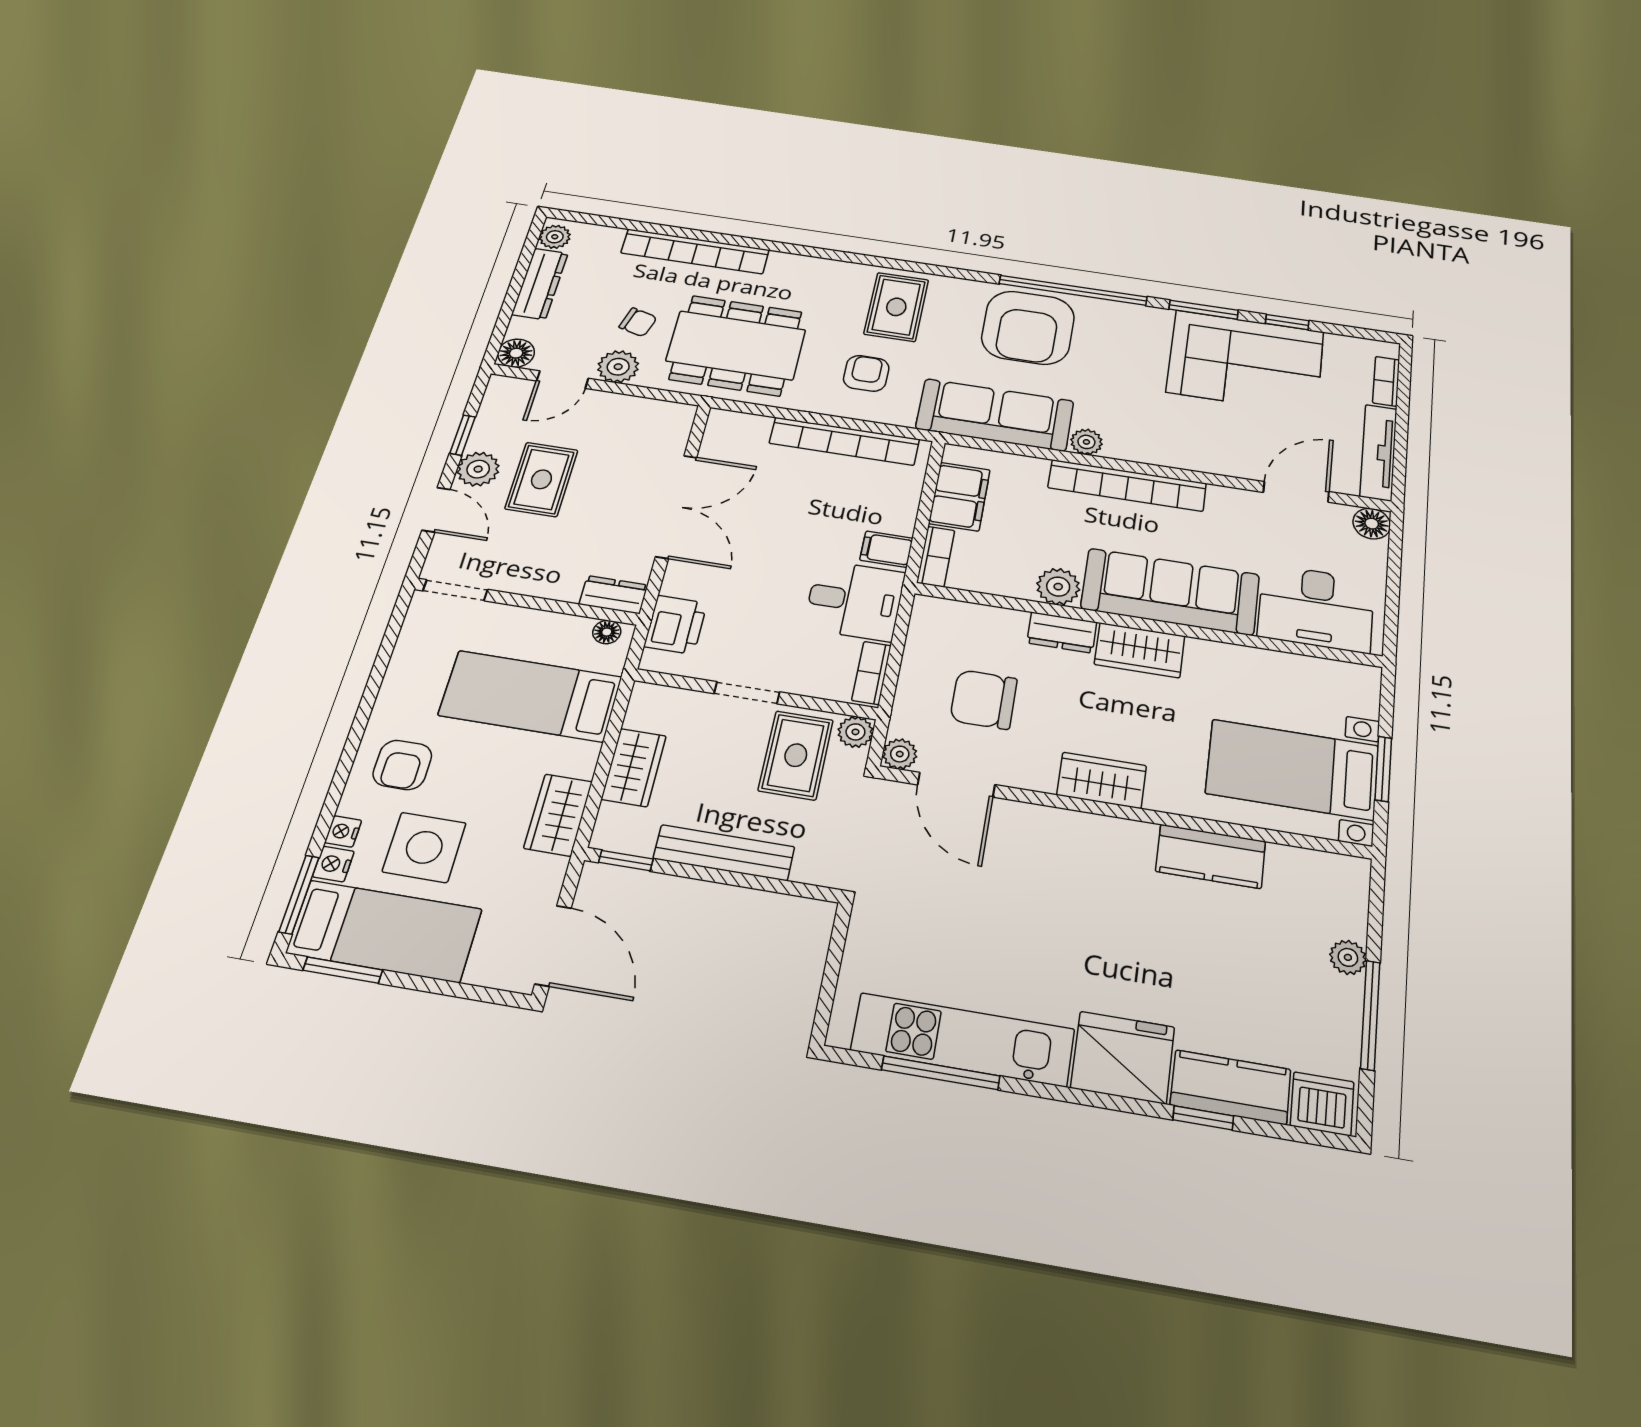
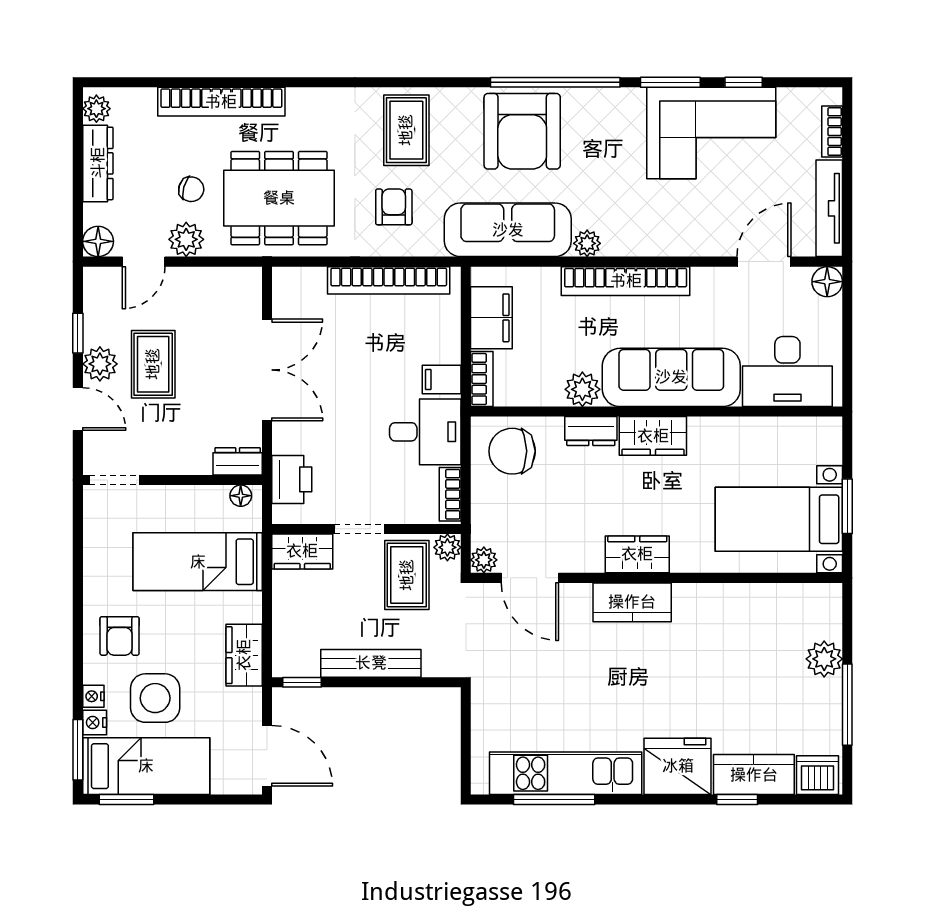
chair: (984, 699) -> (512, 451), moved
wardrobe: (634, 767) -> (302, 551), moved, turned 90
kitchen counter: (1211, 856) -> (632, 602), moved
plant: (1348, 957) -> (824, 659), width x1.38, depth x1.38

